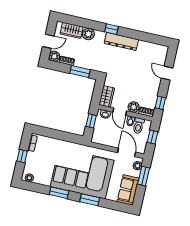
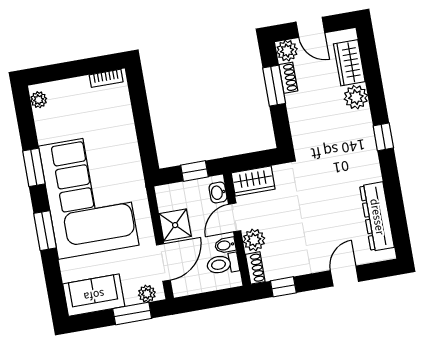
dresser: (121, 41) -> (377, 217), moved
window: (80, 72) -> (274, 86), moved
window: (153, 137) -> (213, 299), removed
shower: (112, 140) -> (175, 225), added
window: (22, 156) -> (74, 69), removed

